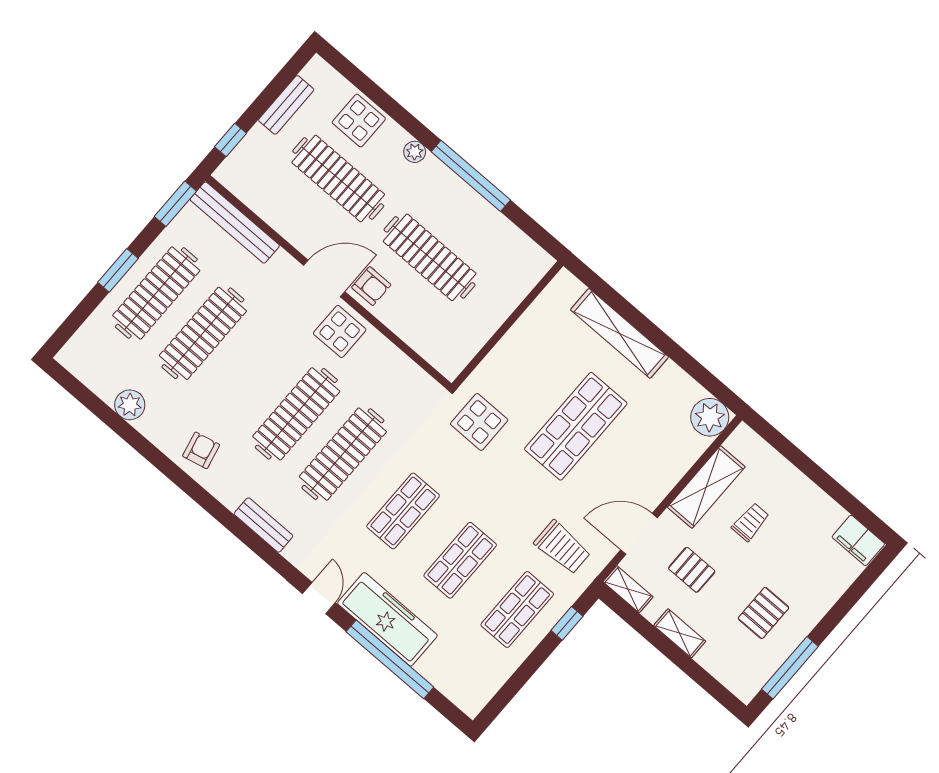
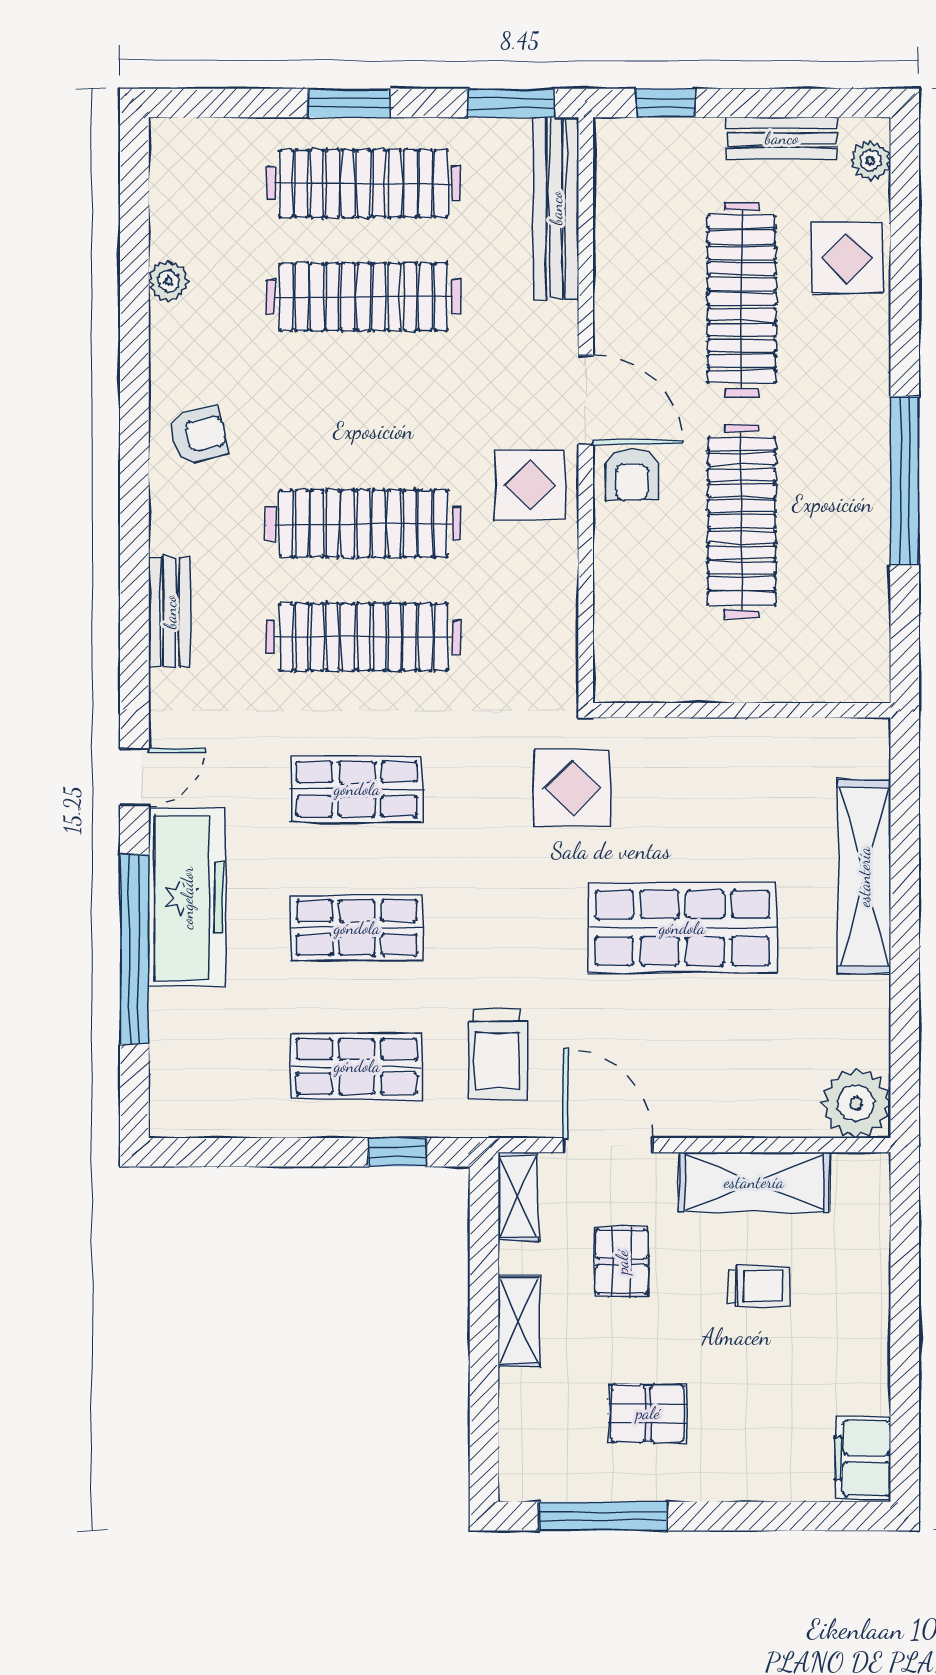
plant: (415, 152) -> (871, 161), moved
plant: (130, 405) -> (169, 281), width x0.73, depth x0.73

